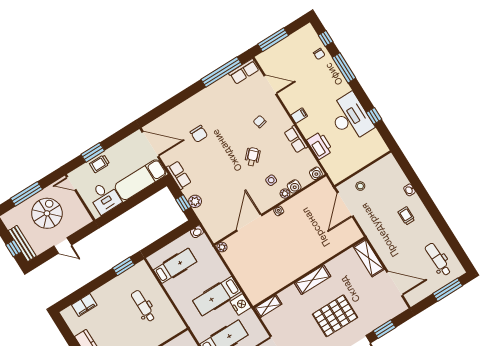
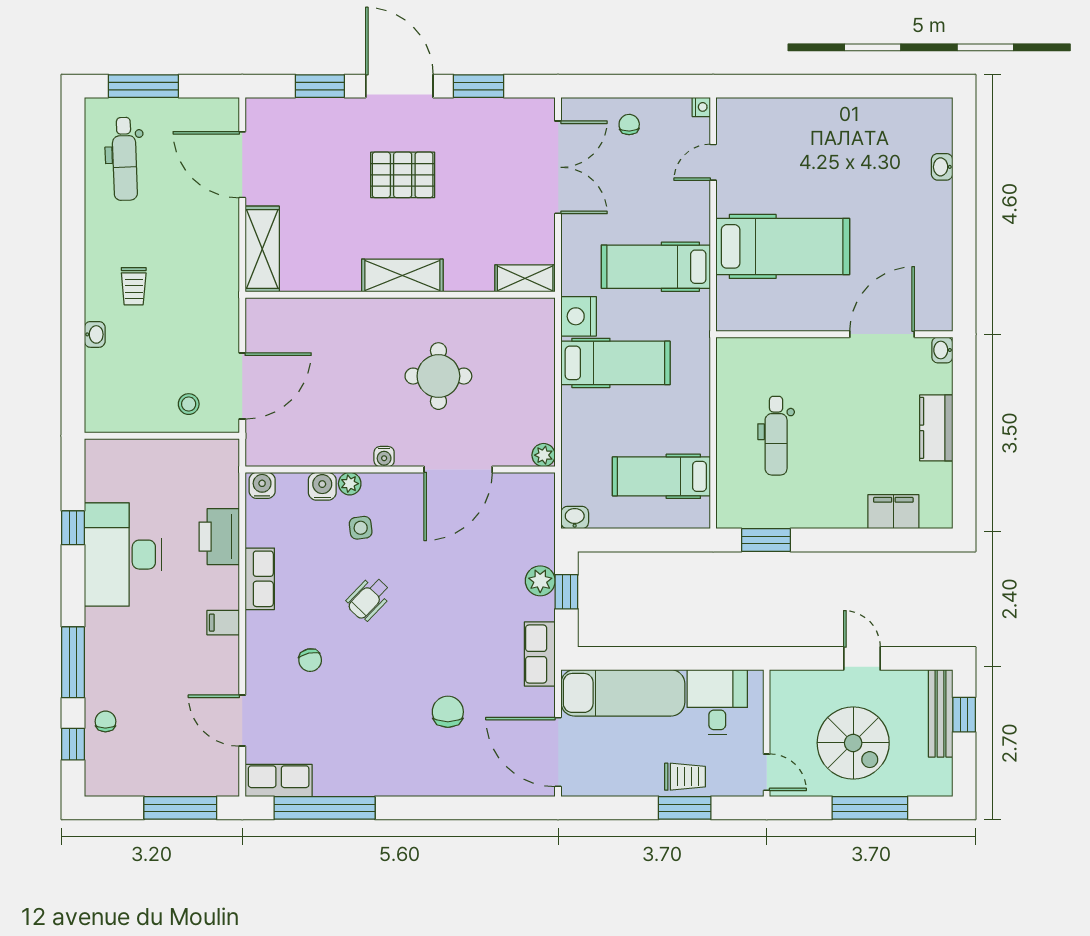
spiral stairs: (47, 213) -> (853, 743), turned -90
round table: (277, 252) -> (438, 376), added
pallet: (335, 316) -> (403, 175), width x0.73, depth x0.71

